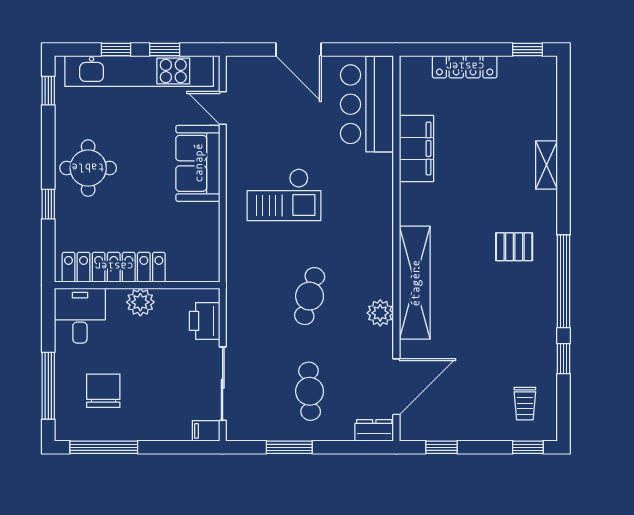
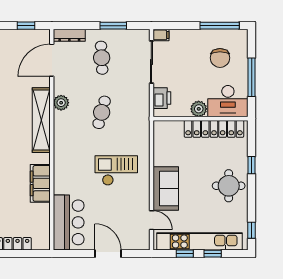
filing cabinet: (416, 149) -> (40, 183), moved
desk: (80, 316) -> (228, 101), width x1.37
window: (48, 386) -> (252, 77), moved
dresser: (374, 430) -> (69, 35), width x1.44

